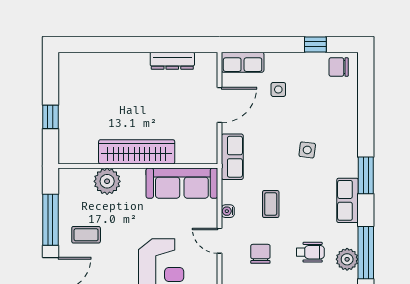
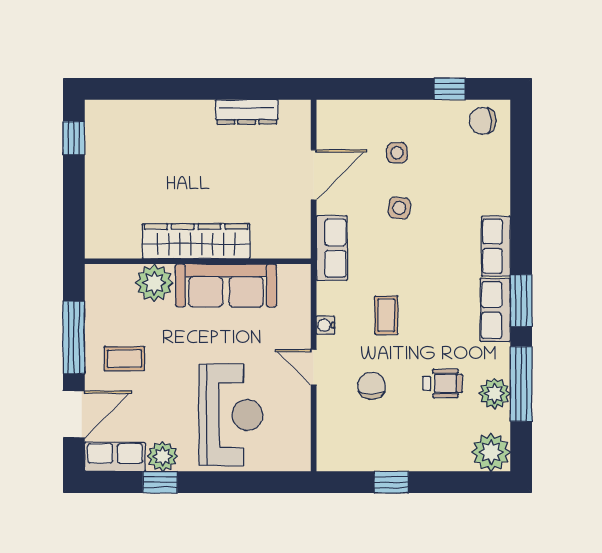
row of seats: (243, 62) -> (496, 246), moved, turned 90
window: (50, 117) -> (74, 138), moved
side table: (307, 150) -> (399, 208), moved
window: (366, 175) -> (521, 301), moved
sofa: (182, 183) -> (226, 285), moved

